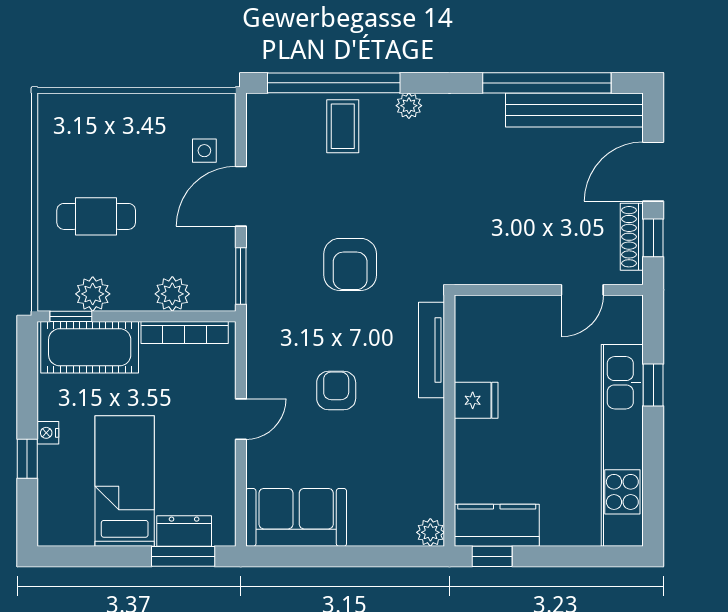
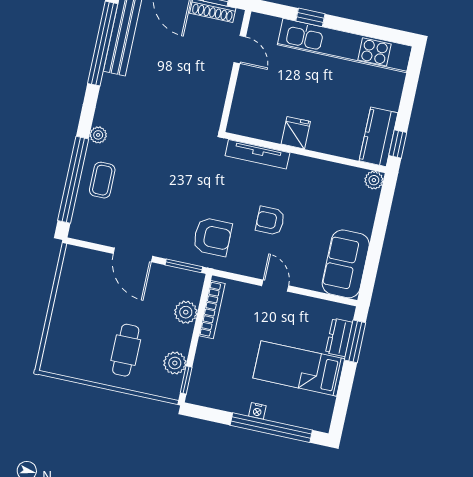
coffee table: (343, 126) -> (102, 180), turned 90
side table: (204, 151) -> (99, 272), removed
armchair: (350, 264) -> (212, 237), moved
cot: (90, 347) -> (208, 372), removed
window: (27, 459) -> (271, 428), width x3.17

